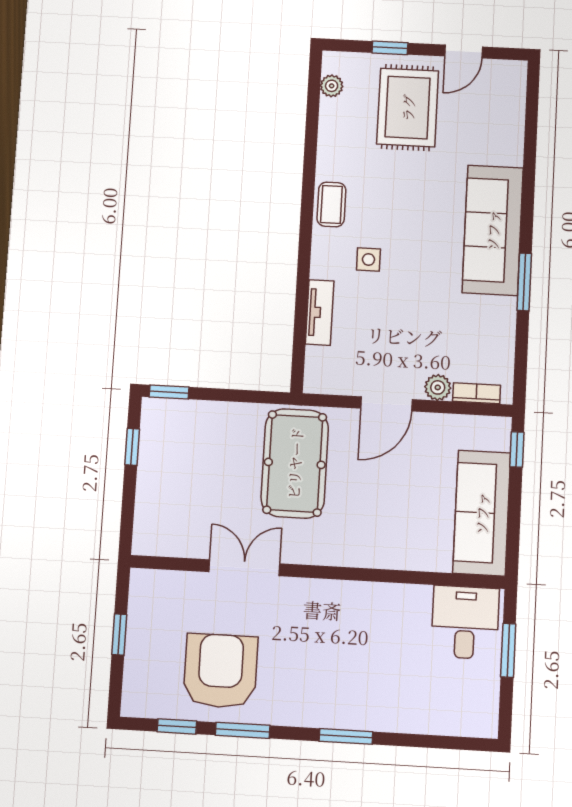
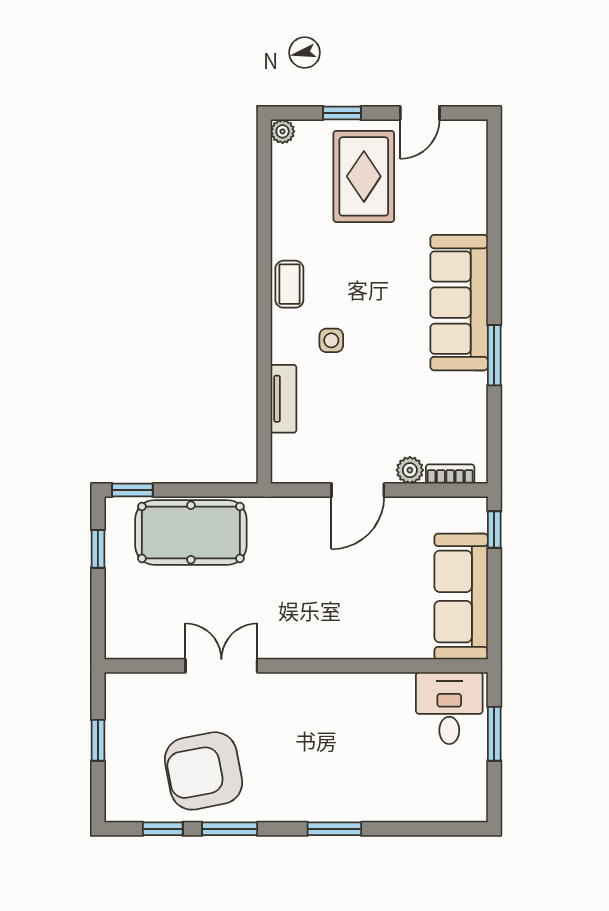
plant: (332, 86) -> (283, 131), moved
pool table: (295, 463) -> (191, 532), moved, turned 90
armchair: (220, 671) -> (204, 771), turned -101

